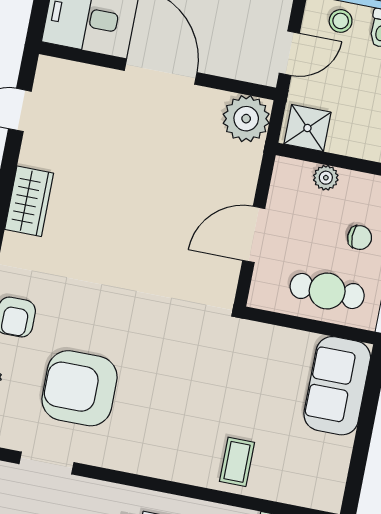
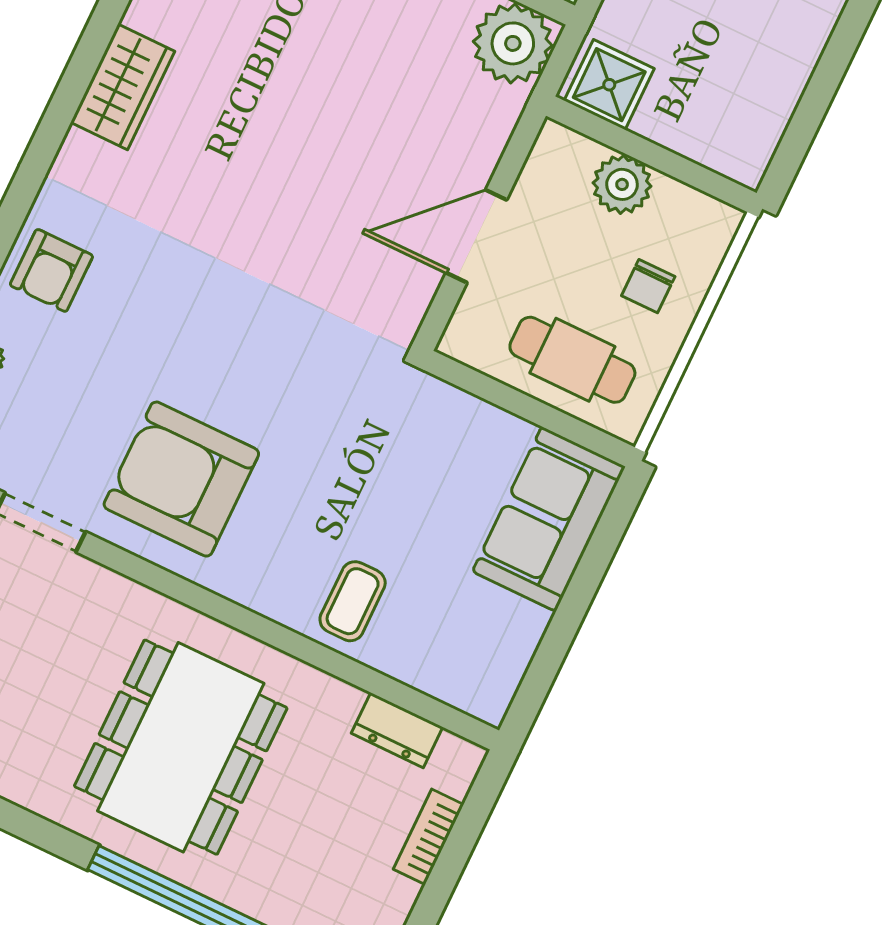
plant: (326, 178) -> (622, 184), width x1.38, depth x1.38
chair: (360, 238) -> (648, 286), turned 90
armchair: (79, 388) -> (181, 479), moved

